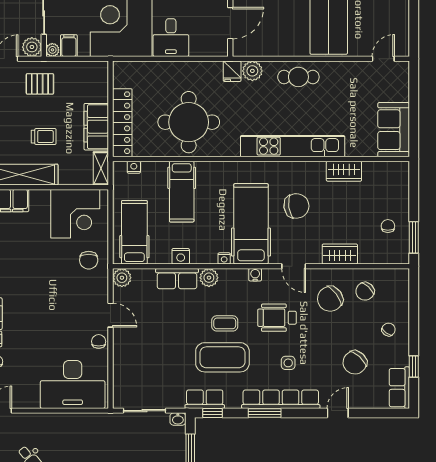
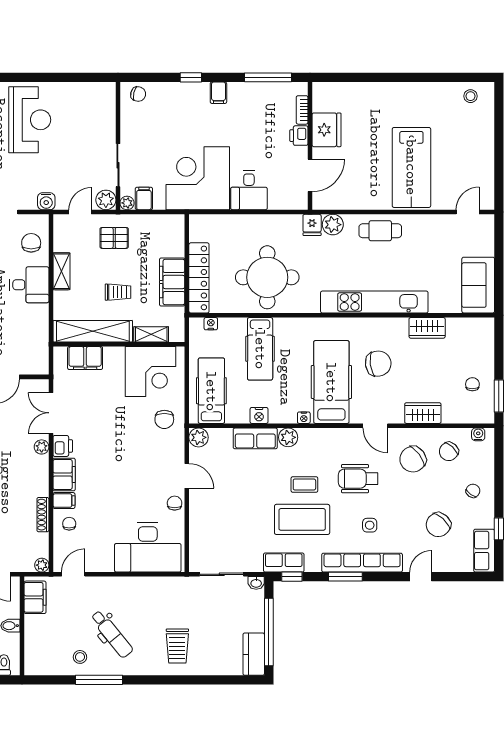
shelving: (101, 168) -> (151, 334), moved, turned 90
water cooler: (255, 275) -> (478, 434), moved

